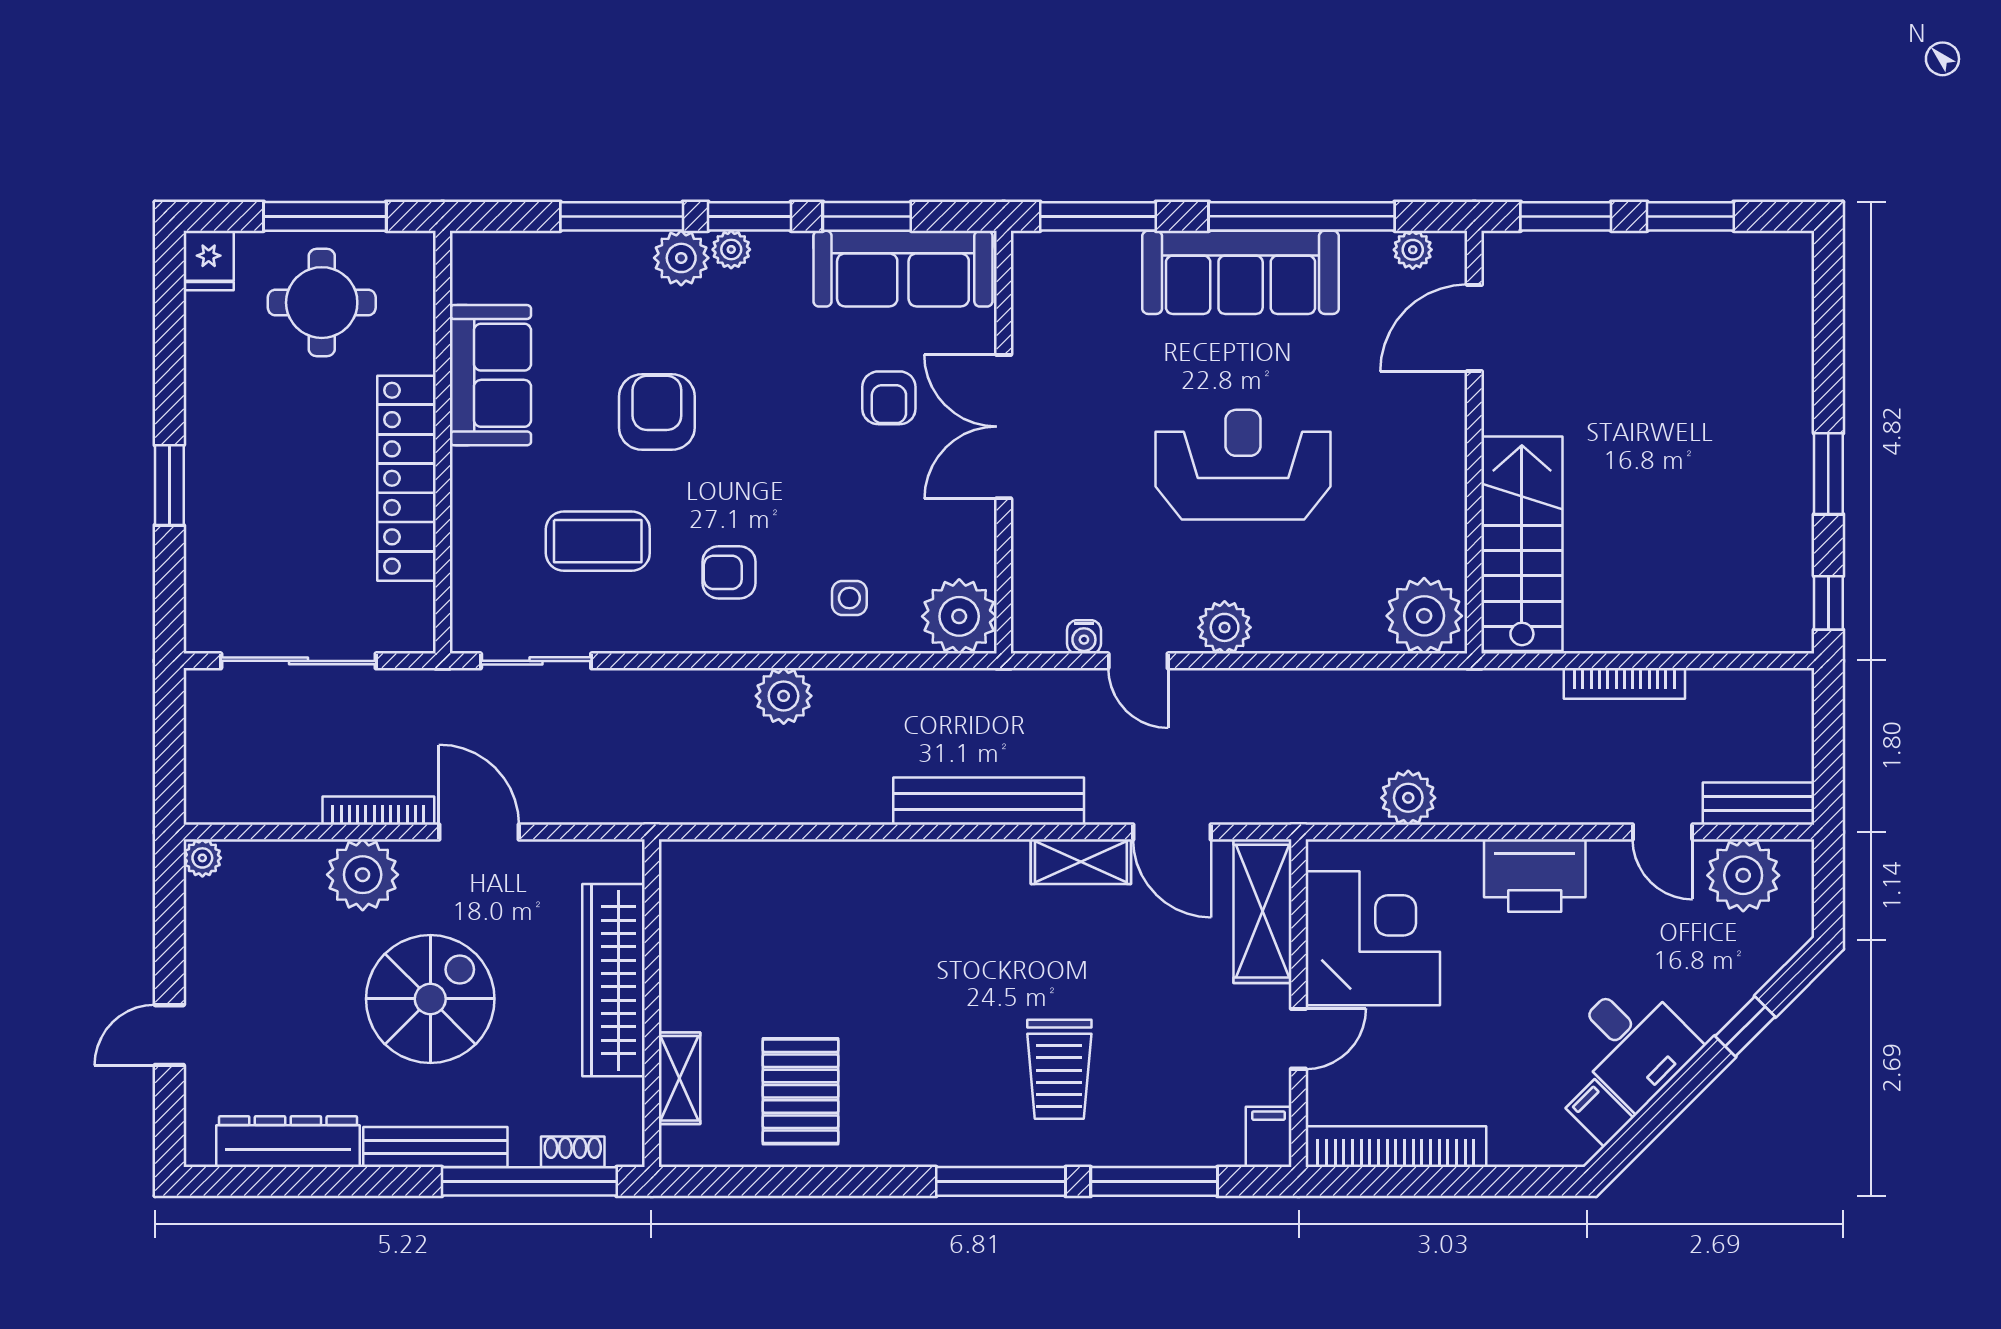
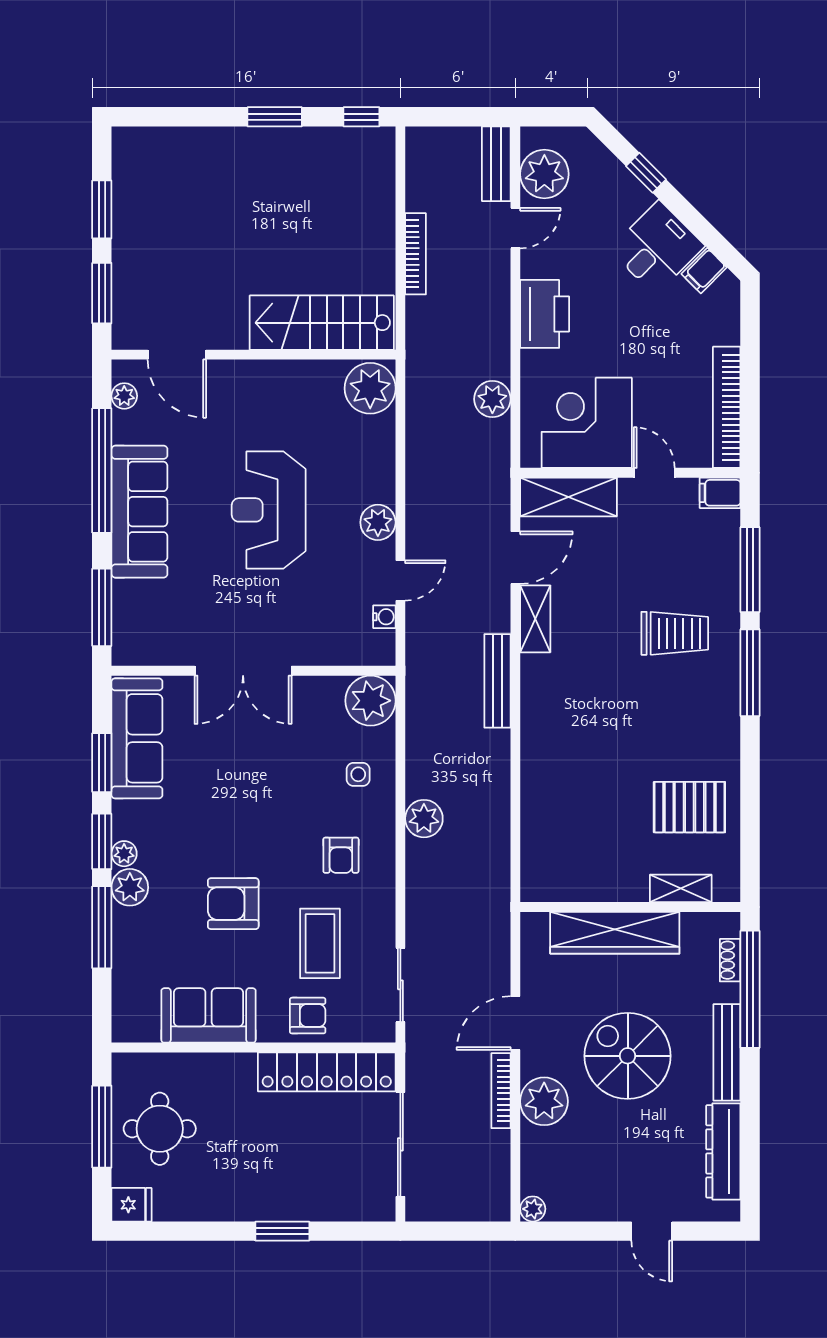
armchair: (889, 398) -> (308, 1016), moved
locker: (406, 478) -> (327, 1072), moved
bench: (989, 801) -> (497, 681), width x0.73, depth x0.82

